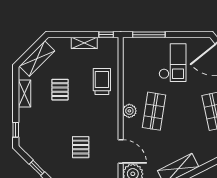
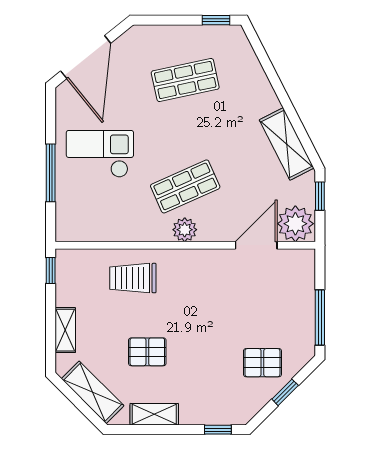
window: (149, 35) -> (51, 173), moved
shelving: (84, 43) -> (65, 330), moved
shop shelf: (154, 111) -> (185, 186), turned -33
pallet: (81, 147) -> (262, 363), moved

